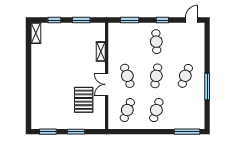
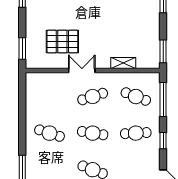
window: (81, 20) -> (163, 51), moved
window: (130, 20) -> (163, 100), width x1.44
cafe table: (127, 110) -> (136, 97), moved
window: (76, 132) -> (22, 49), moved

